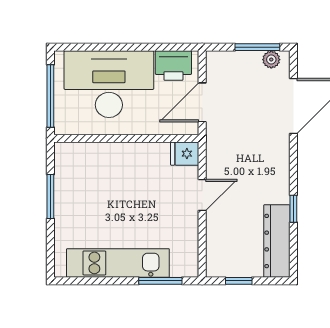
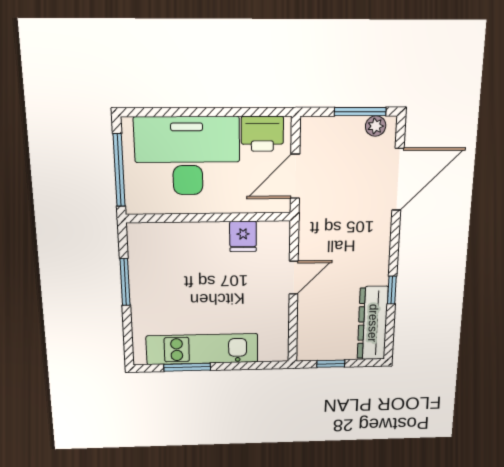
fridge: (185, 154) -> (243, 236), moved, turned -90
window: (160, 281) -> (187, 367), moved

